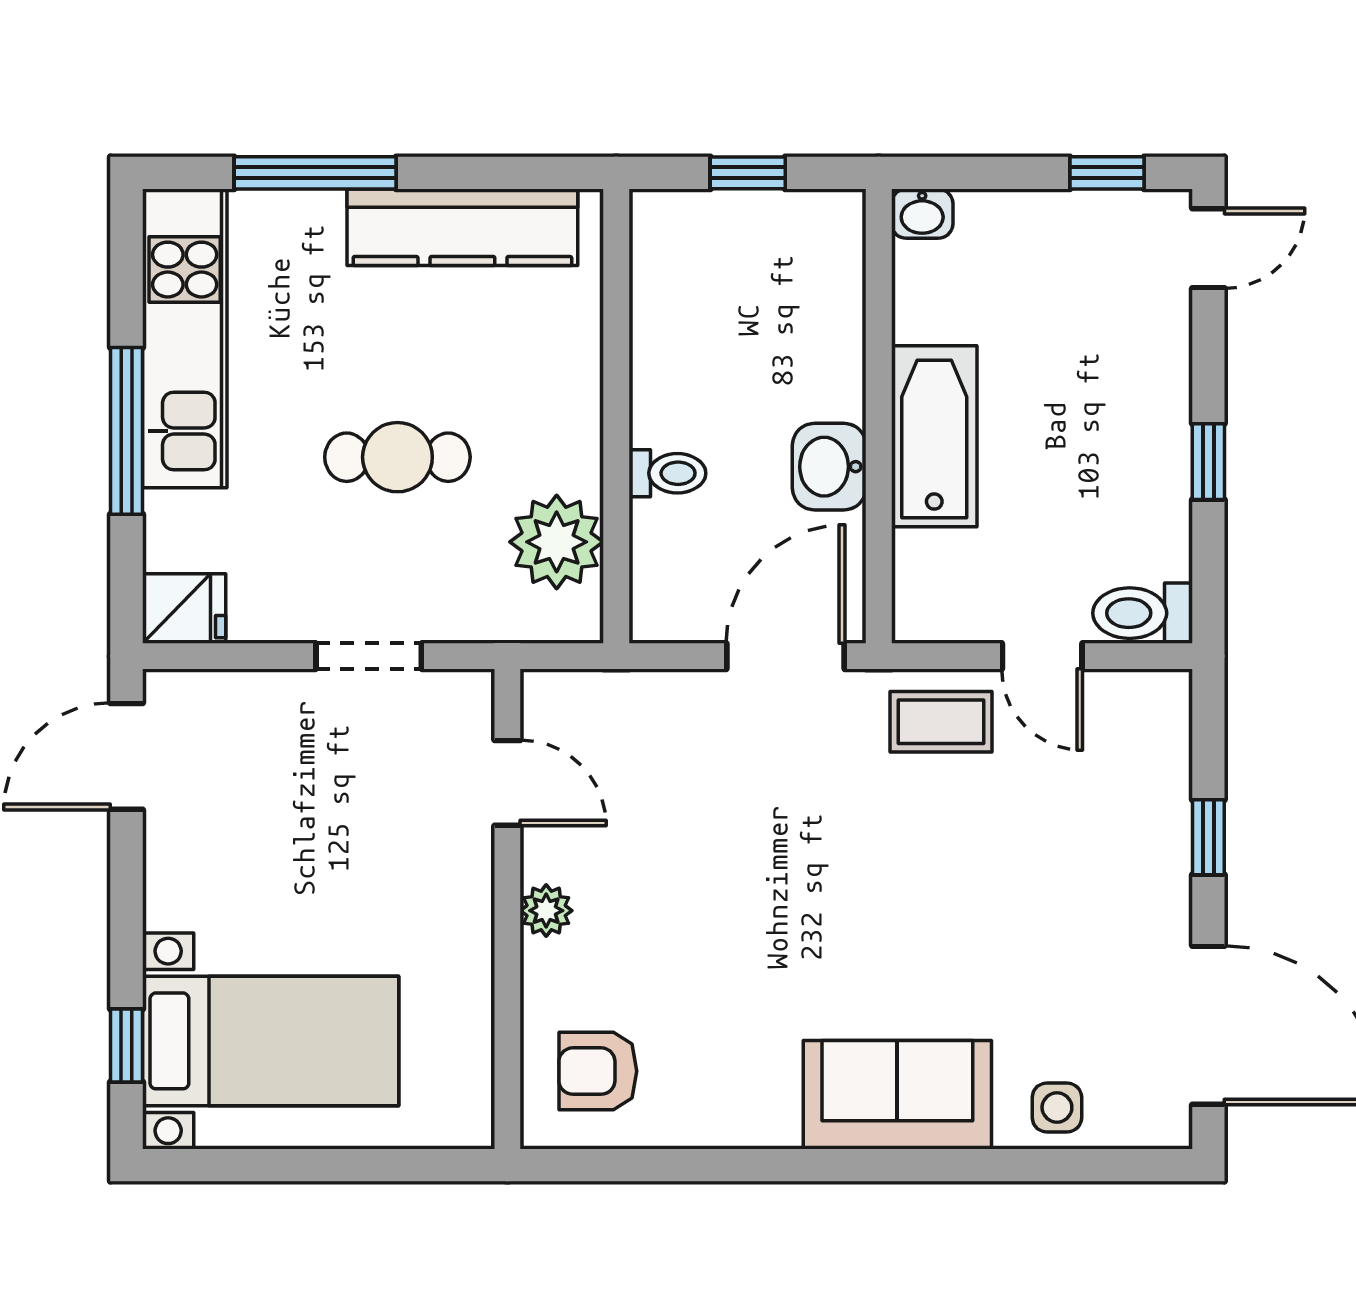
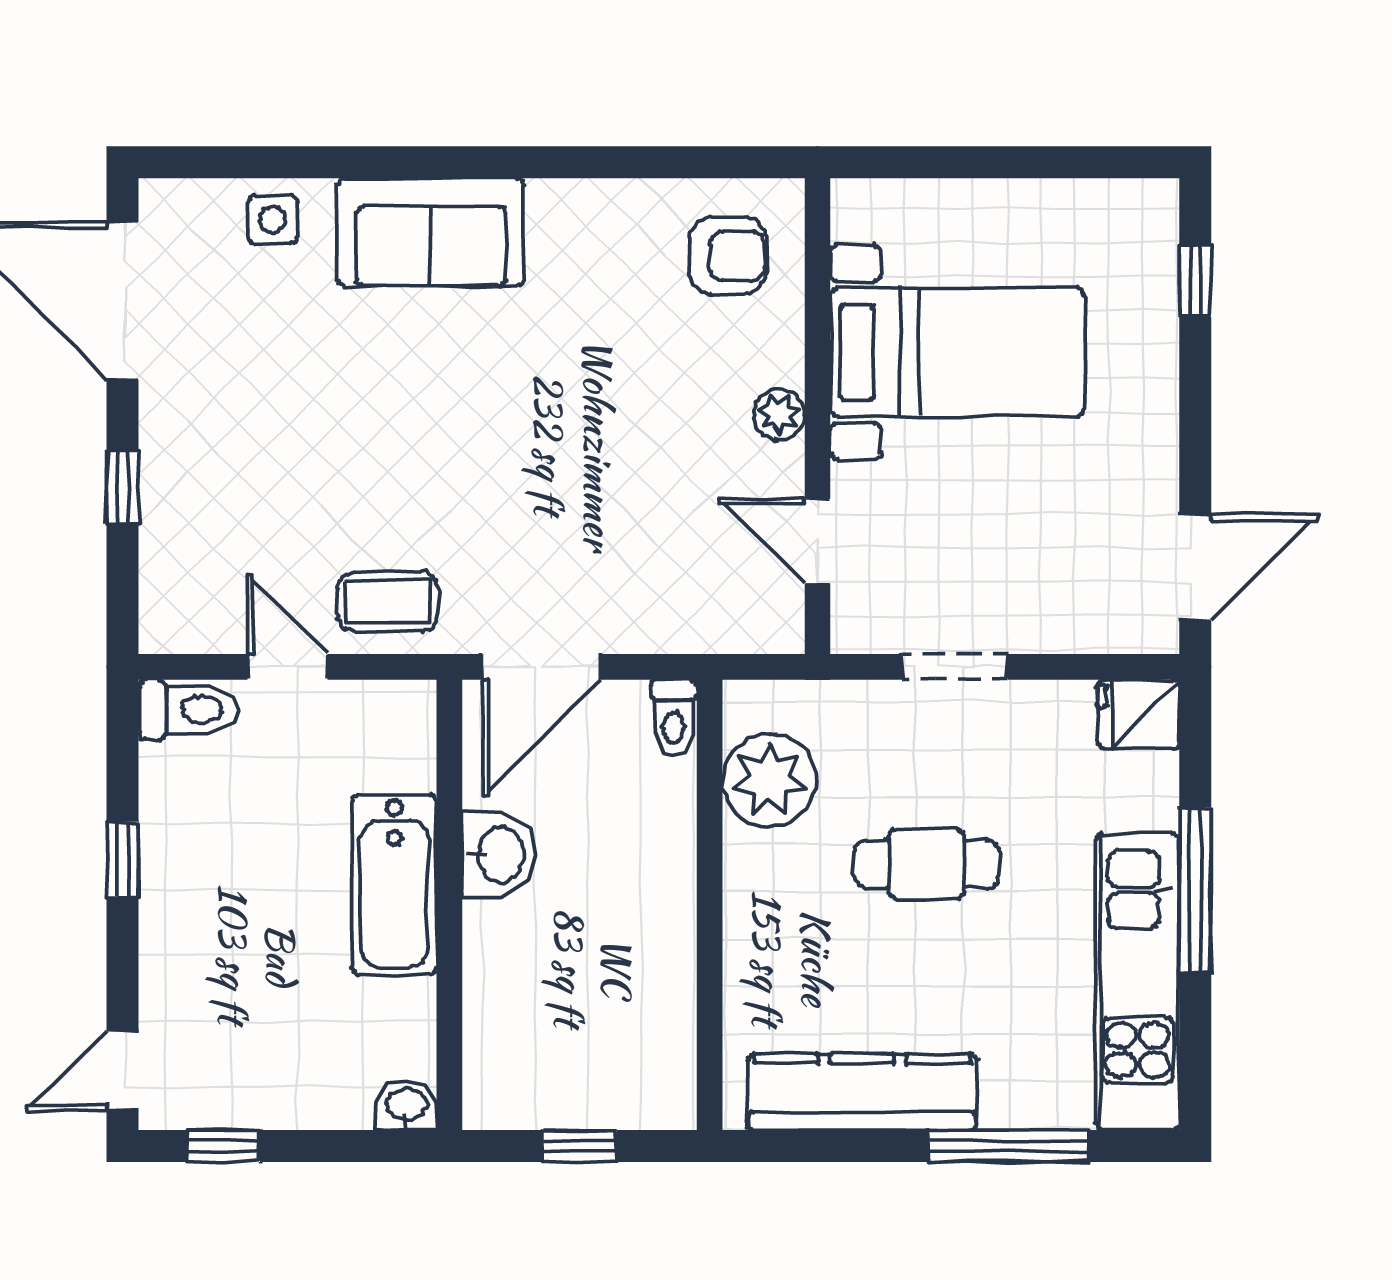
toilet: (667, 473) -> (674, 718), moved, turned -90
bed with nightstands: (271, 1041) -> (957, 352), moved, turned 180

